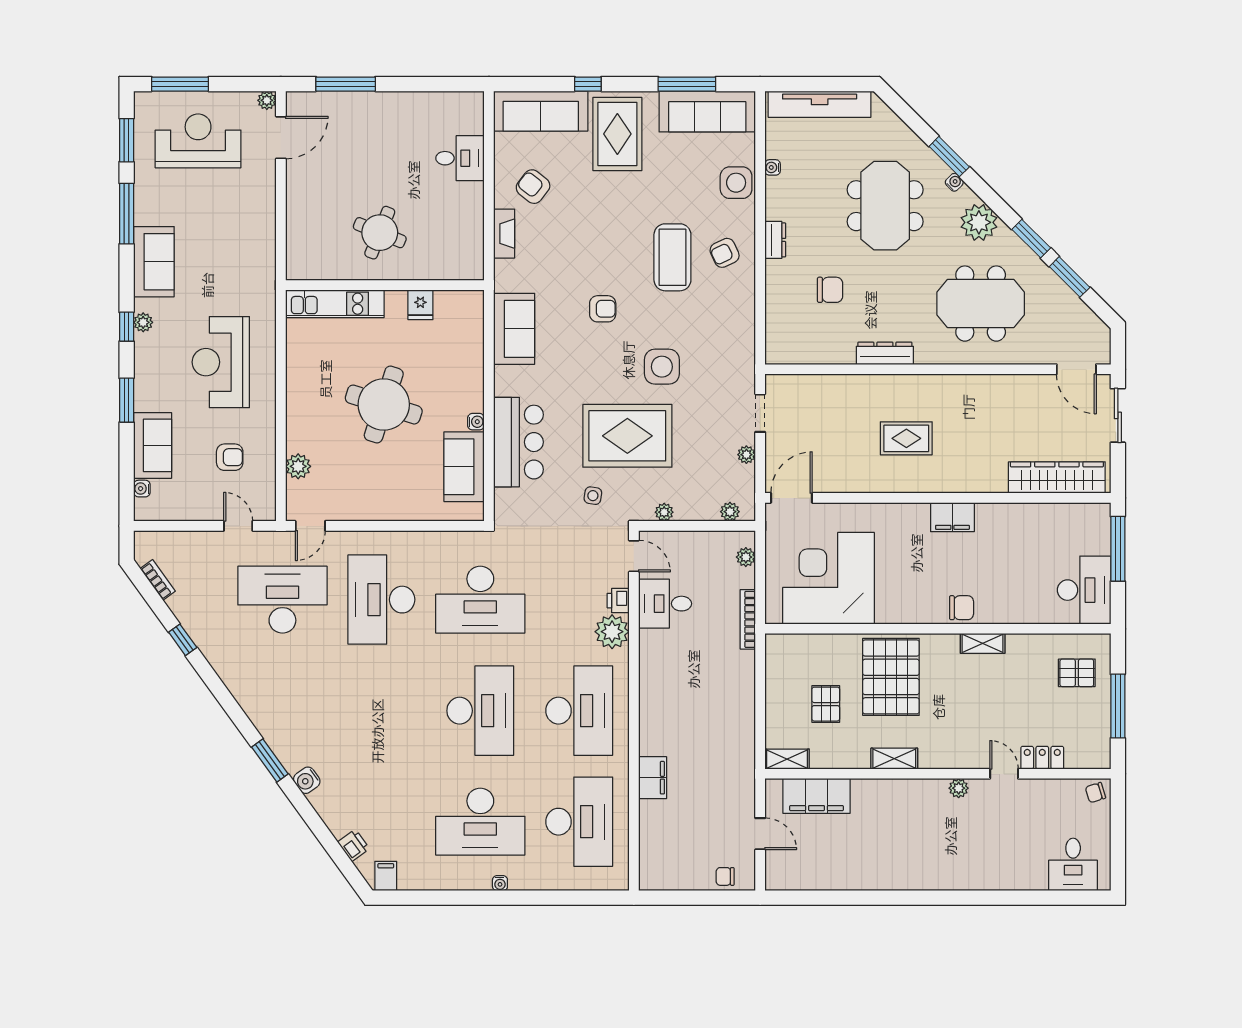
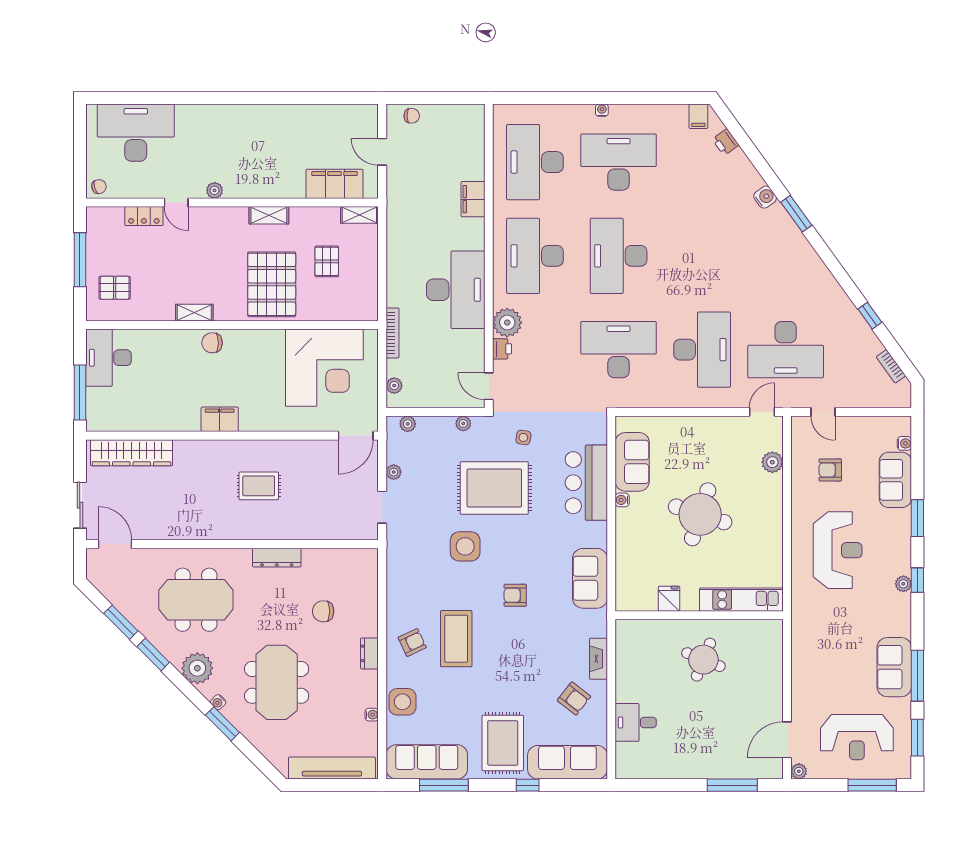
sofa: (154, 262) -> (894, 667), moved
desk: (665, 604) -> (456, 290), moved, width x1.87, depth x1.30
desk: (1073, 864) -> (136, 133), width x1.87, depth x1.30

